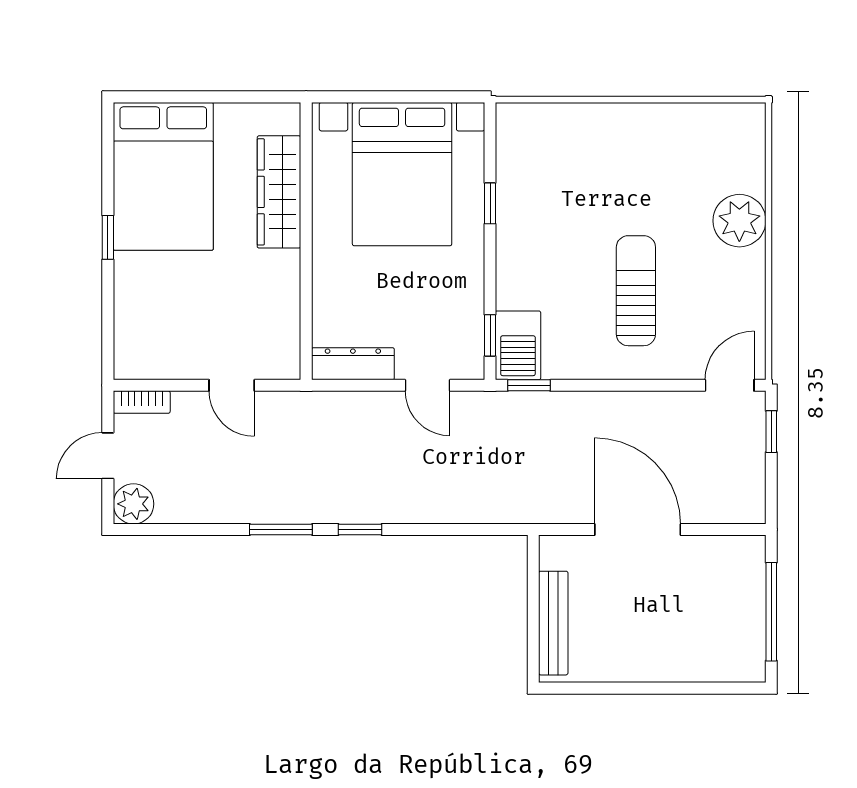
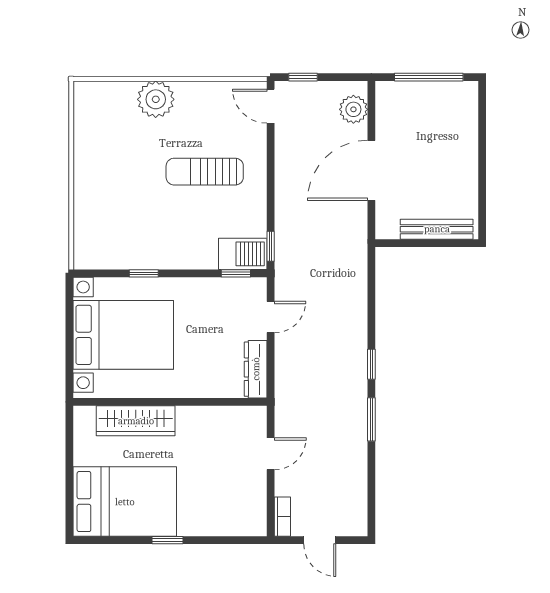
plant: (134, 504) -> (353, 109), moved

